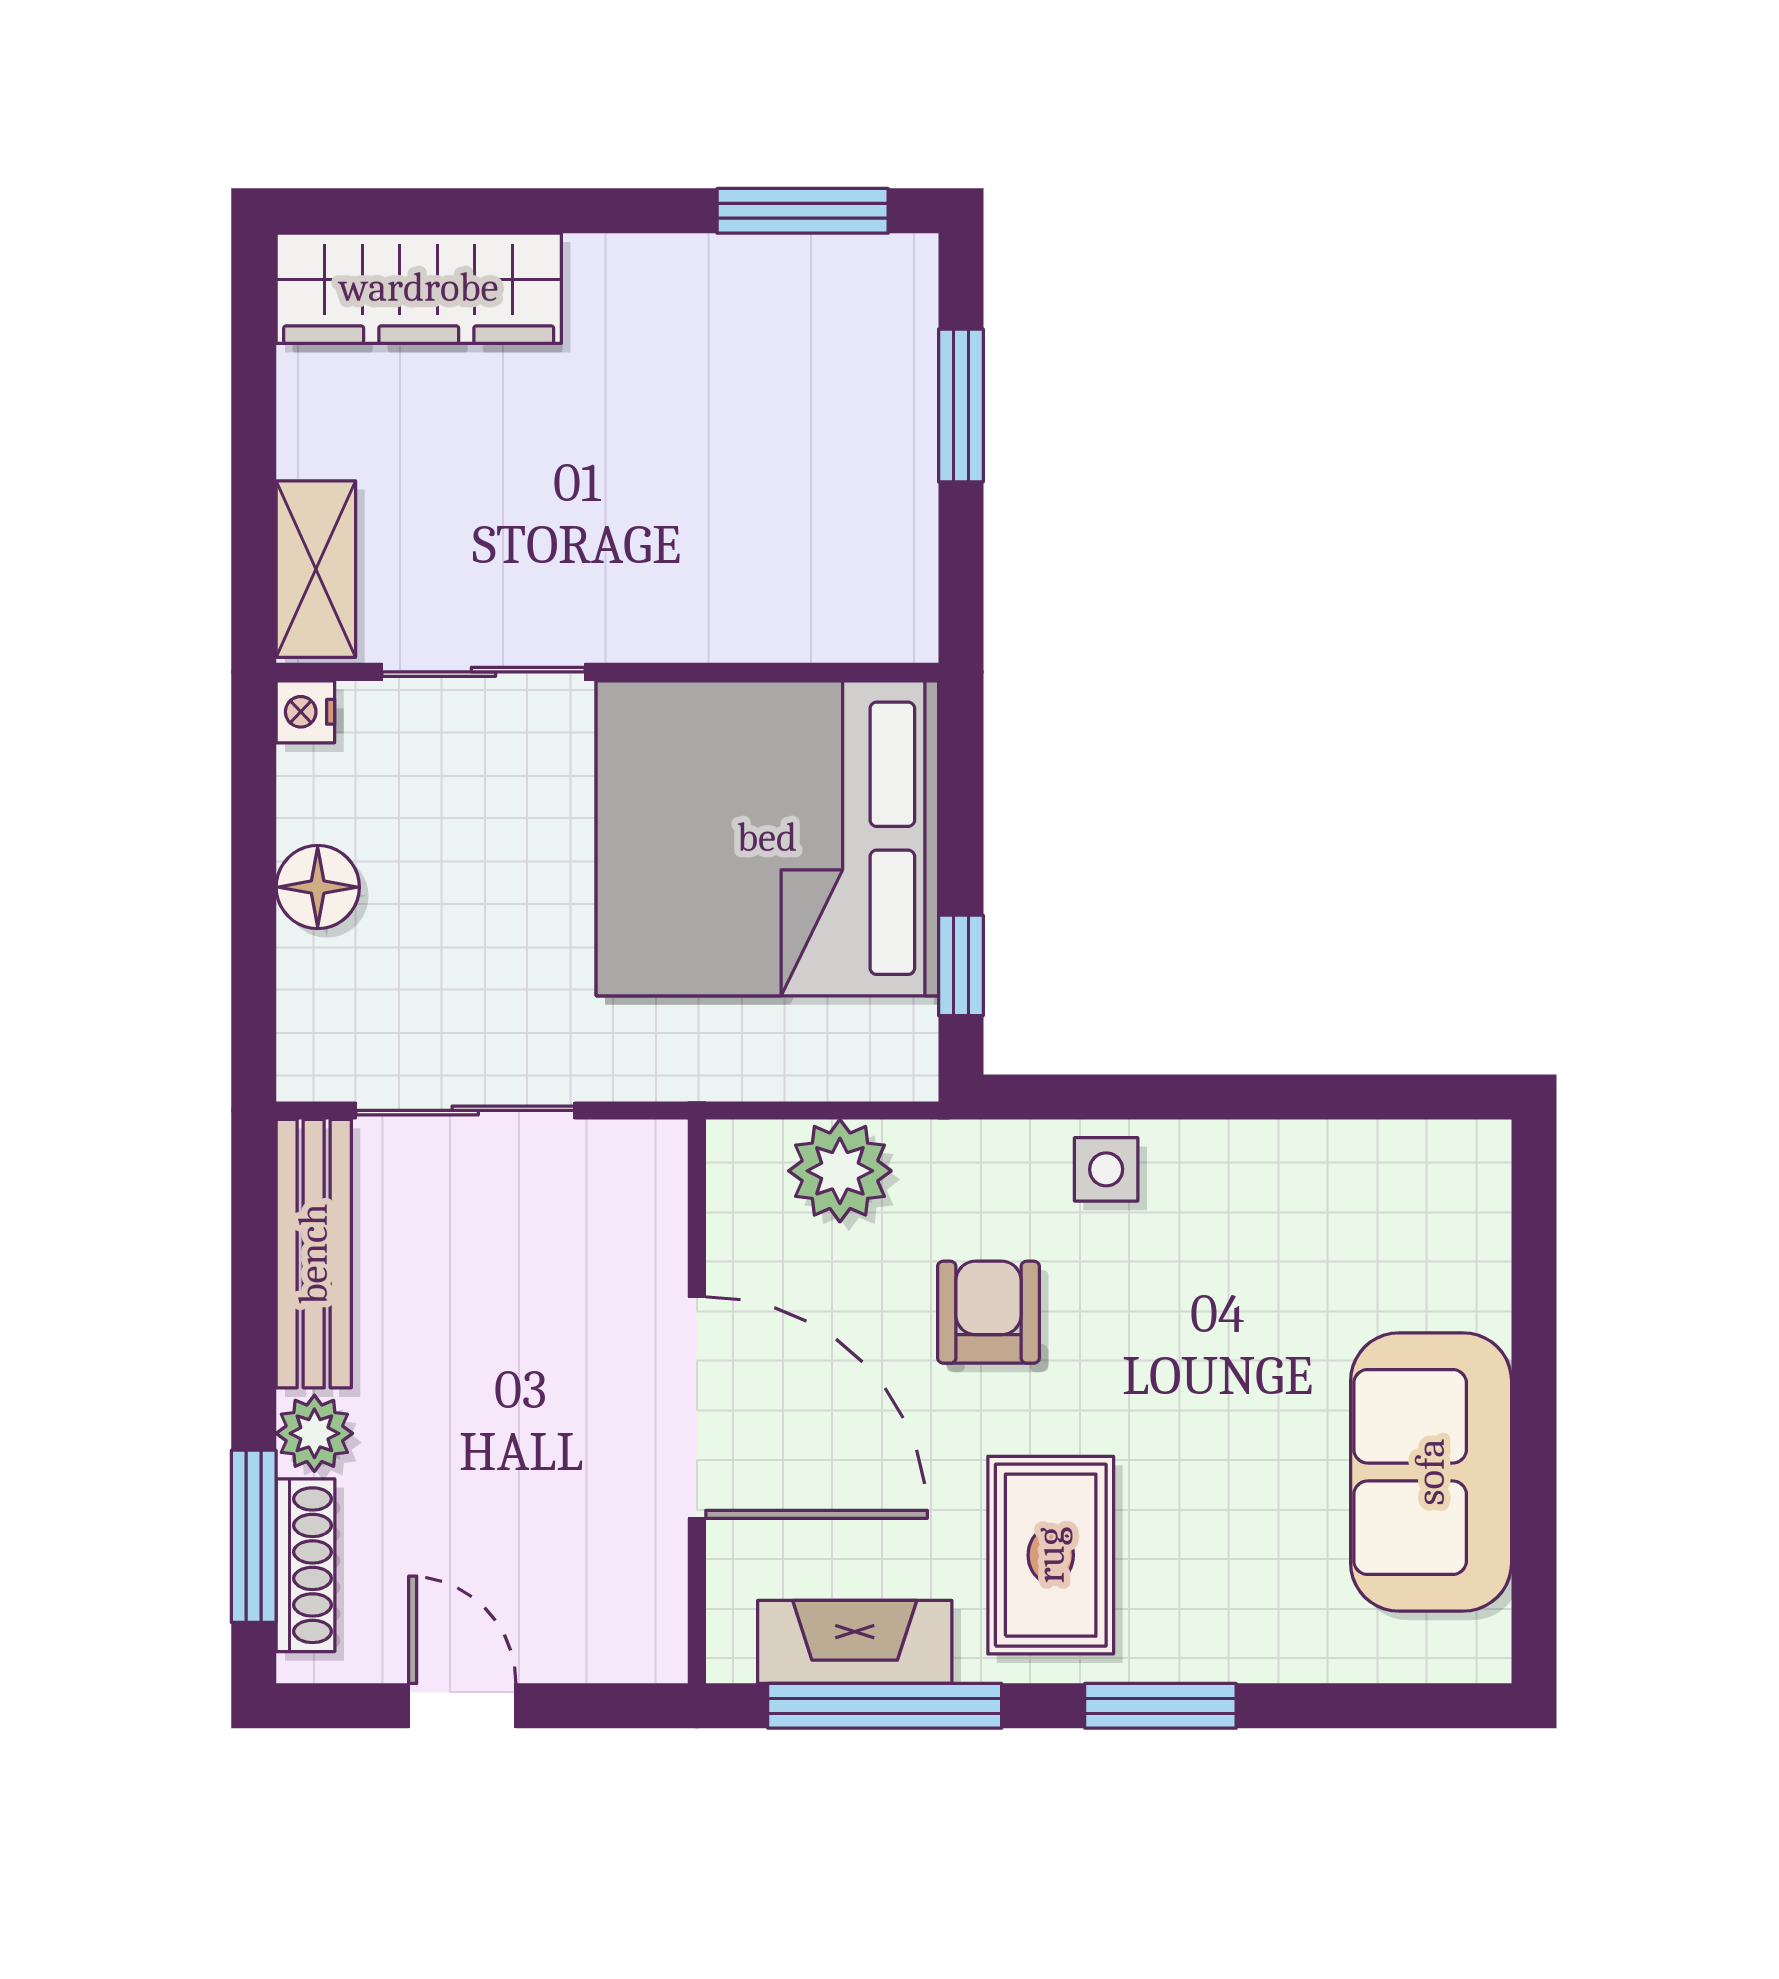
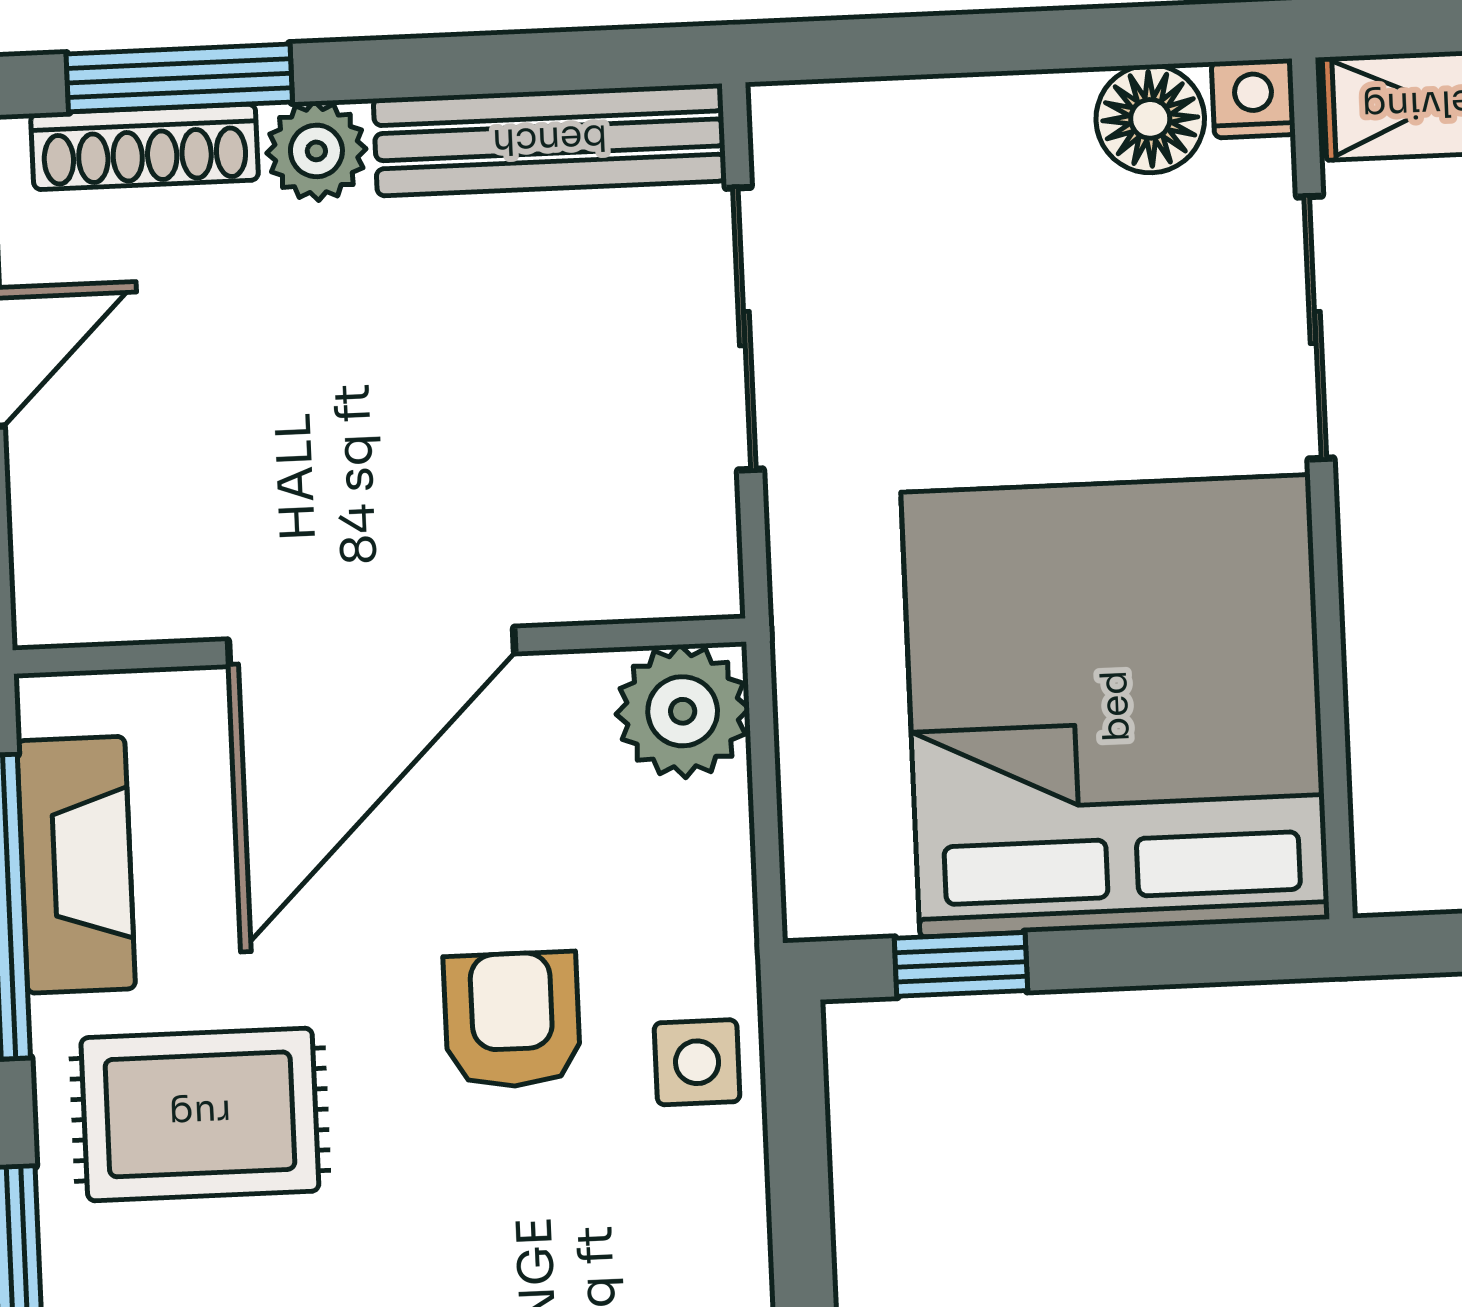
floor lamp: (318, 887) -> (1150, 119), moved
side table: (1106, 1169) -> (697, 1062), moved
plant: (840, 1171) -> (683, 711), moved
armchair: (988, 1312) -> (512, 1020), turned -90

